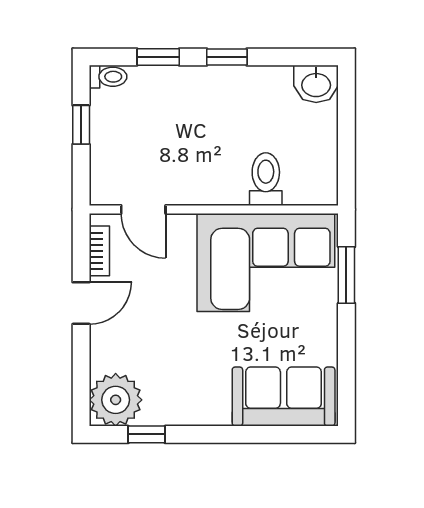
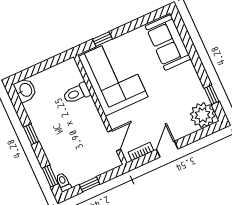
window: (158, 57) -> (50, 176), moved
window: (346, 275) -> (103, 39), width x0.67
door: (81, 303) -> (167, 149), hinge flipped

